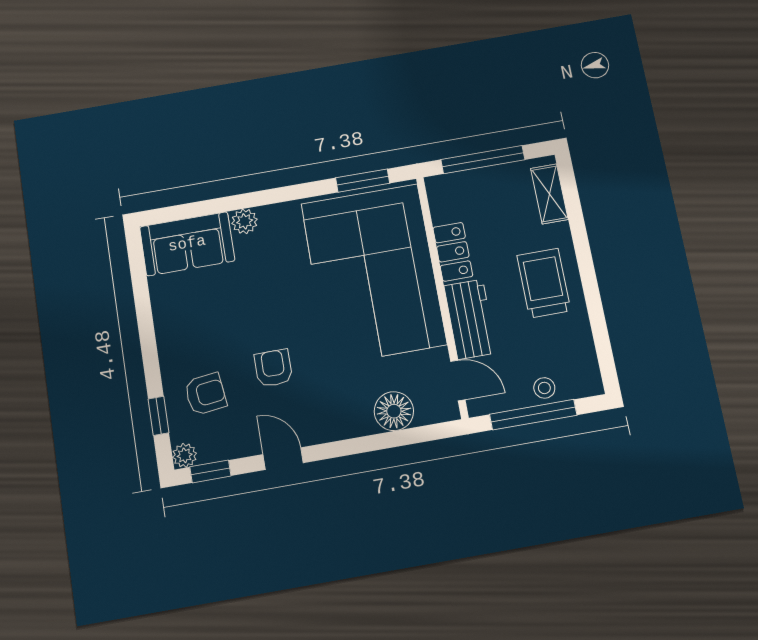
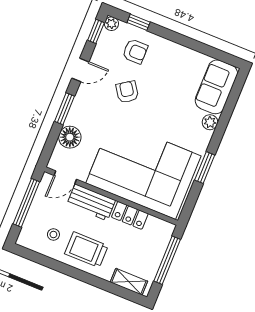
window: (363, 181) -> (205, 168), moved
trolley: (544, 283) -> (86, 250), turned 180
armchair: (273, 368) -> (127, 92), turned -124
stool: (544, 388) -> (53, 234), moved
armchair: (206, 394) -> (135, 51), turned -83
window: (356, 446) -> (65, 109), added

